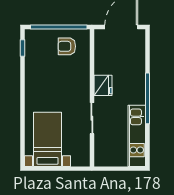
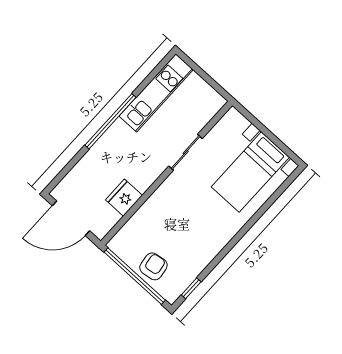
armchair: (67, 46) -> (153, 266), moved, turned -98
fridge: (103, 85) -> (124, 198), moved

